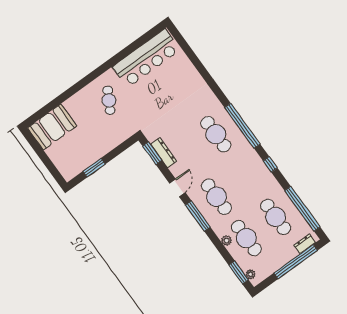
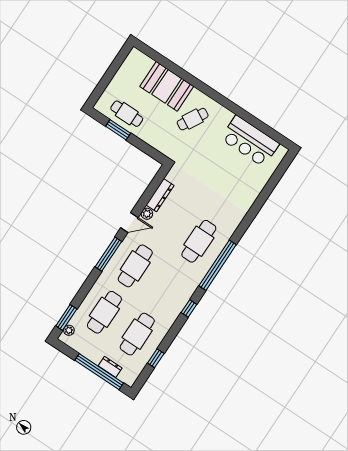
bar counter: (146, 58) -> (250, 141), width x0.73
booth: (52, 127) -> (167, 86), moved
window: (152, 153) -> (155, 183), removed
cafe table: (83, 155) -> (127, 114), added
window: (302, 209) -> (156, 358), width x0.32
plant: (226, 241) -> (147, 214), moved
dresser: (305, 244) -> (110, 367), moved

